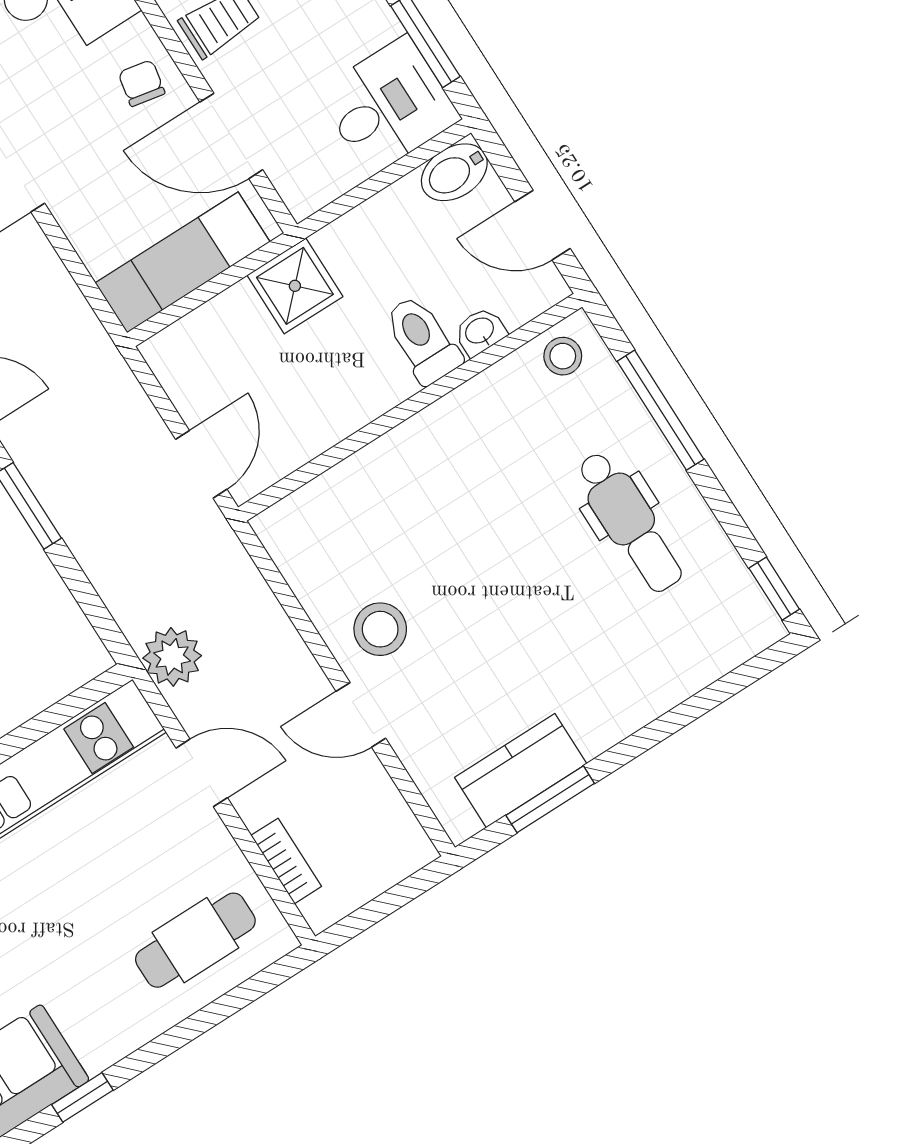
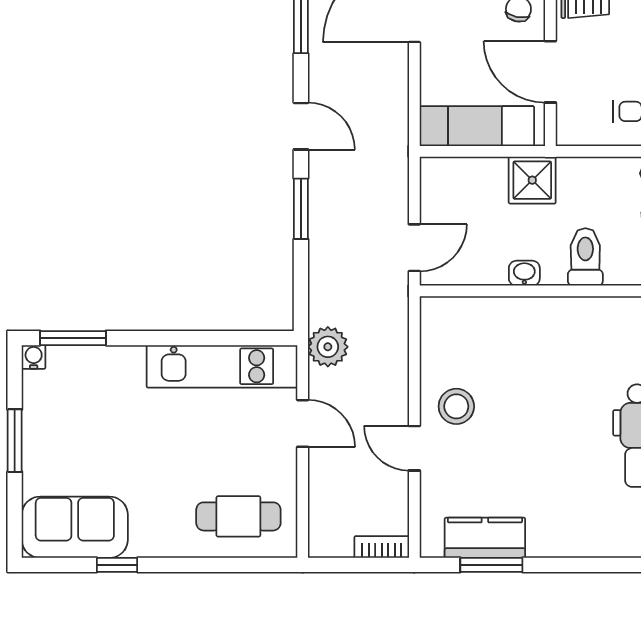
washbasin: (480, 331) -> (524, 273), moved
bookcase: (286, 861) -> (382, 547), moved, turned -90

